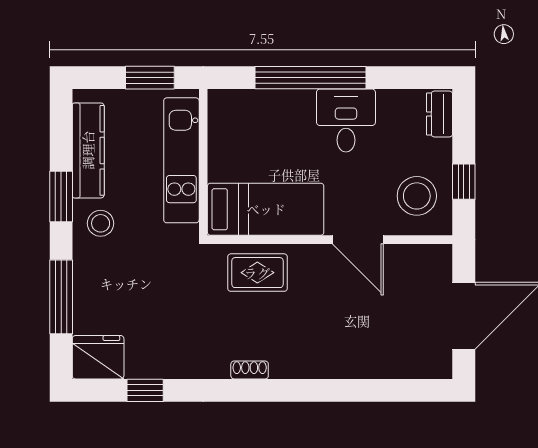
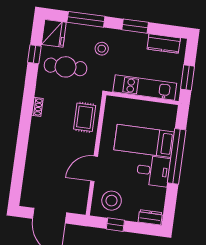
kitchen counter: (88, 150) -> (164, 43), width x0.67
bed: (266, 209) -> (144, 141), moved, turned 90
stool: (101, 223) -> (102, 49), moved
cafe table: (162, 325) -> (66, 67), added

